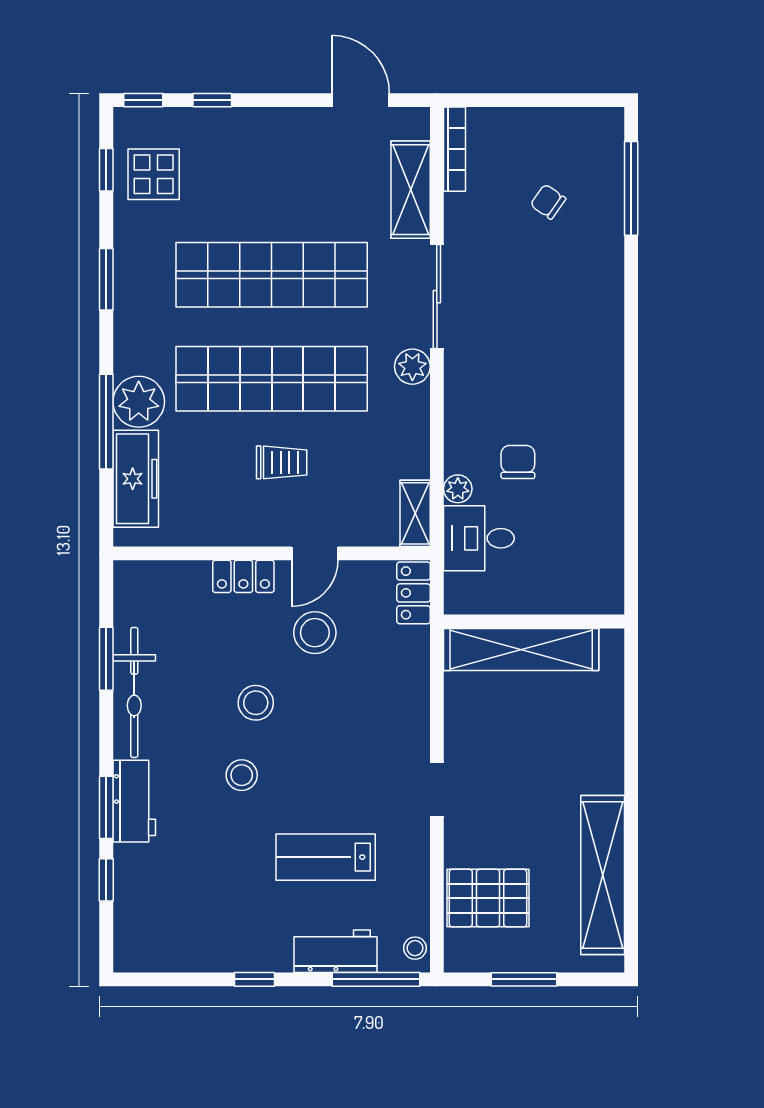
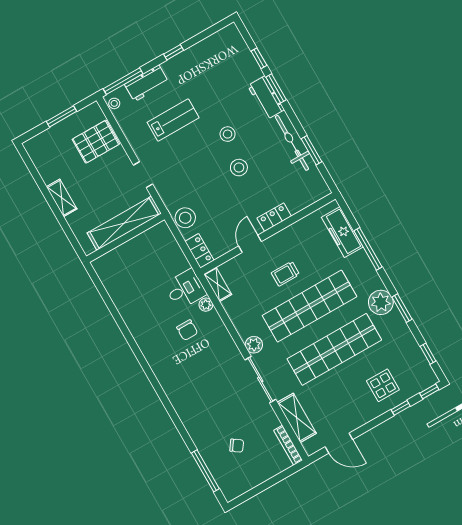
display table: (154, 174) -> (383, 385), moved
plant: (139, 402) -> (381, 302), moved
wall: (534, 621) -> (125, 238), moved
stool: (315, 633) -> (185, 218), moved
shelving: (521, 649) -> (124, 223), moved
shelving: (603, 875) -> (62, 198), width x0.45, depth x0.75

